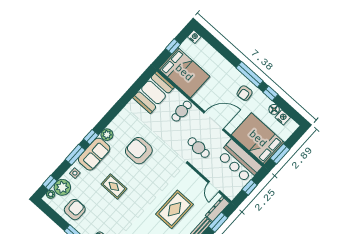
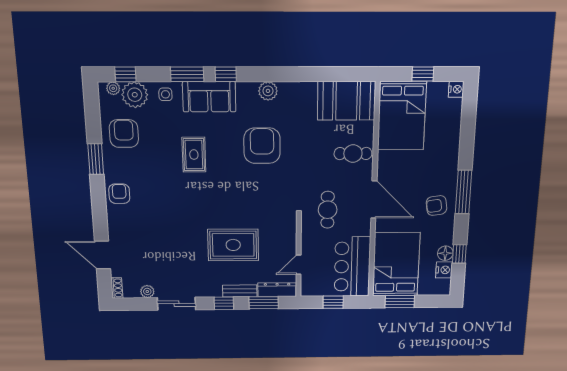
window: (270, 93) -> (459, 254), moved
plant: (107, 135) -> (268, 91), moved
armchair: (75, 210) -> (124, 134), turned -90

